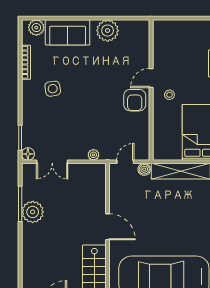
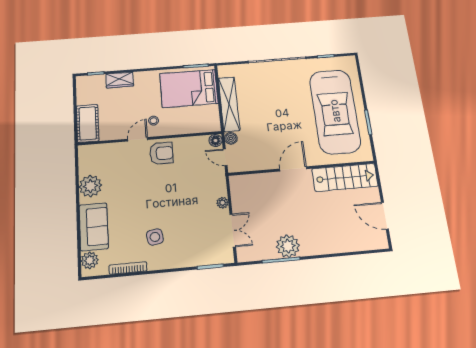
cot: (172, 30) -> (88, 123), added
door: (151, 78) -> (138, 139), swing flipped
floor lamp: (28, 154) -> (215, 140), moved
plant: (93, 155) -> (222, 203), moved

